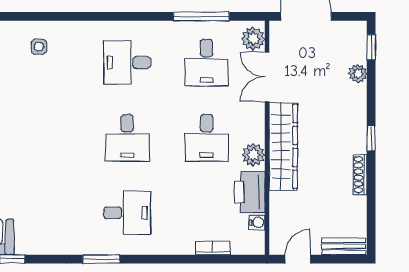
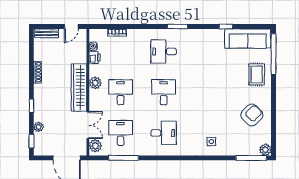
window: (371, 138) -> (31, 106), moved
printer: (250, 192) -> (95, 57), width x0.53, depth x0.68

